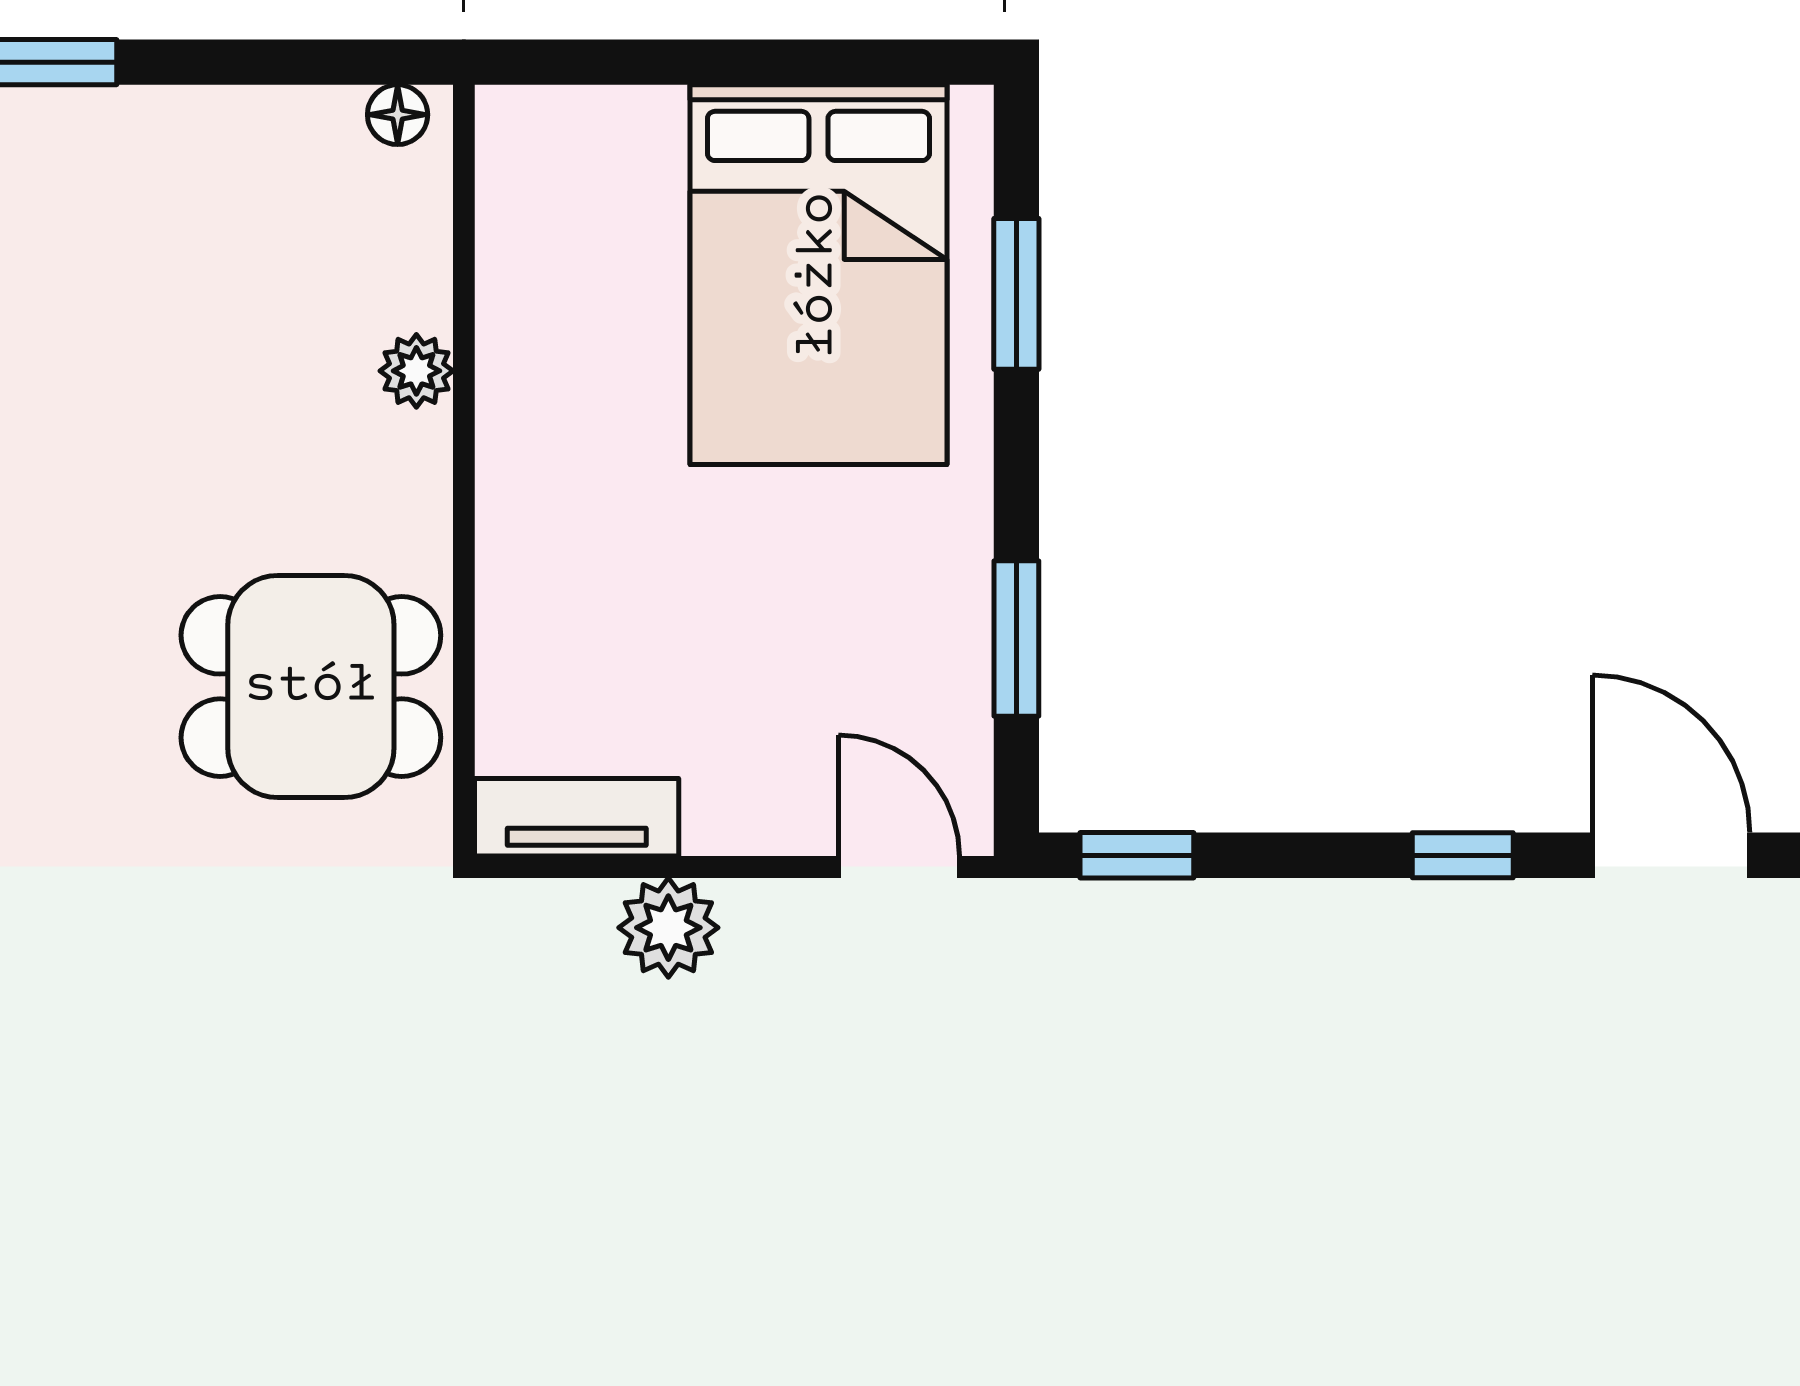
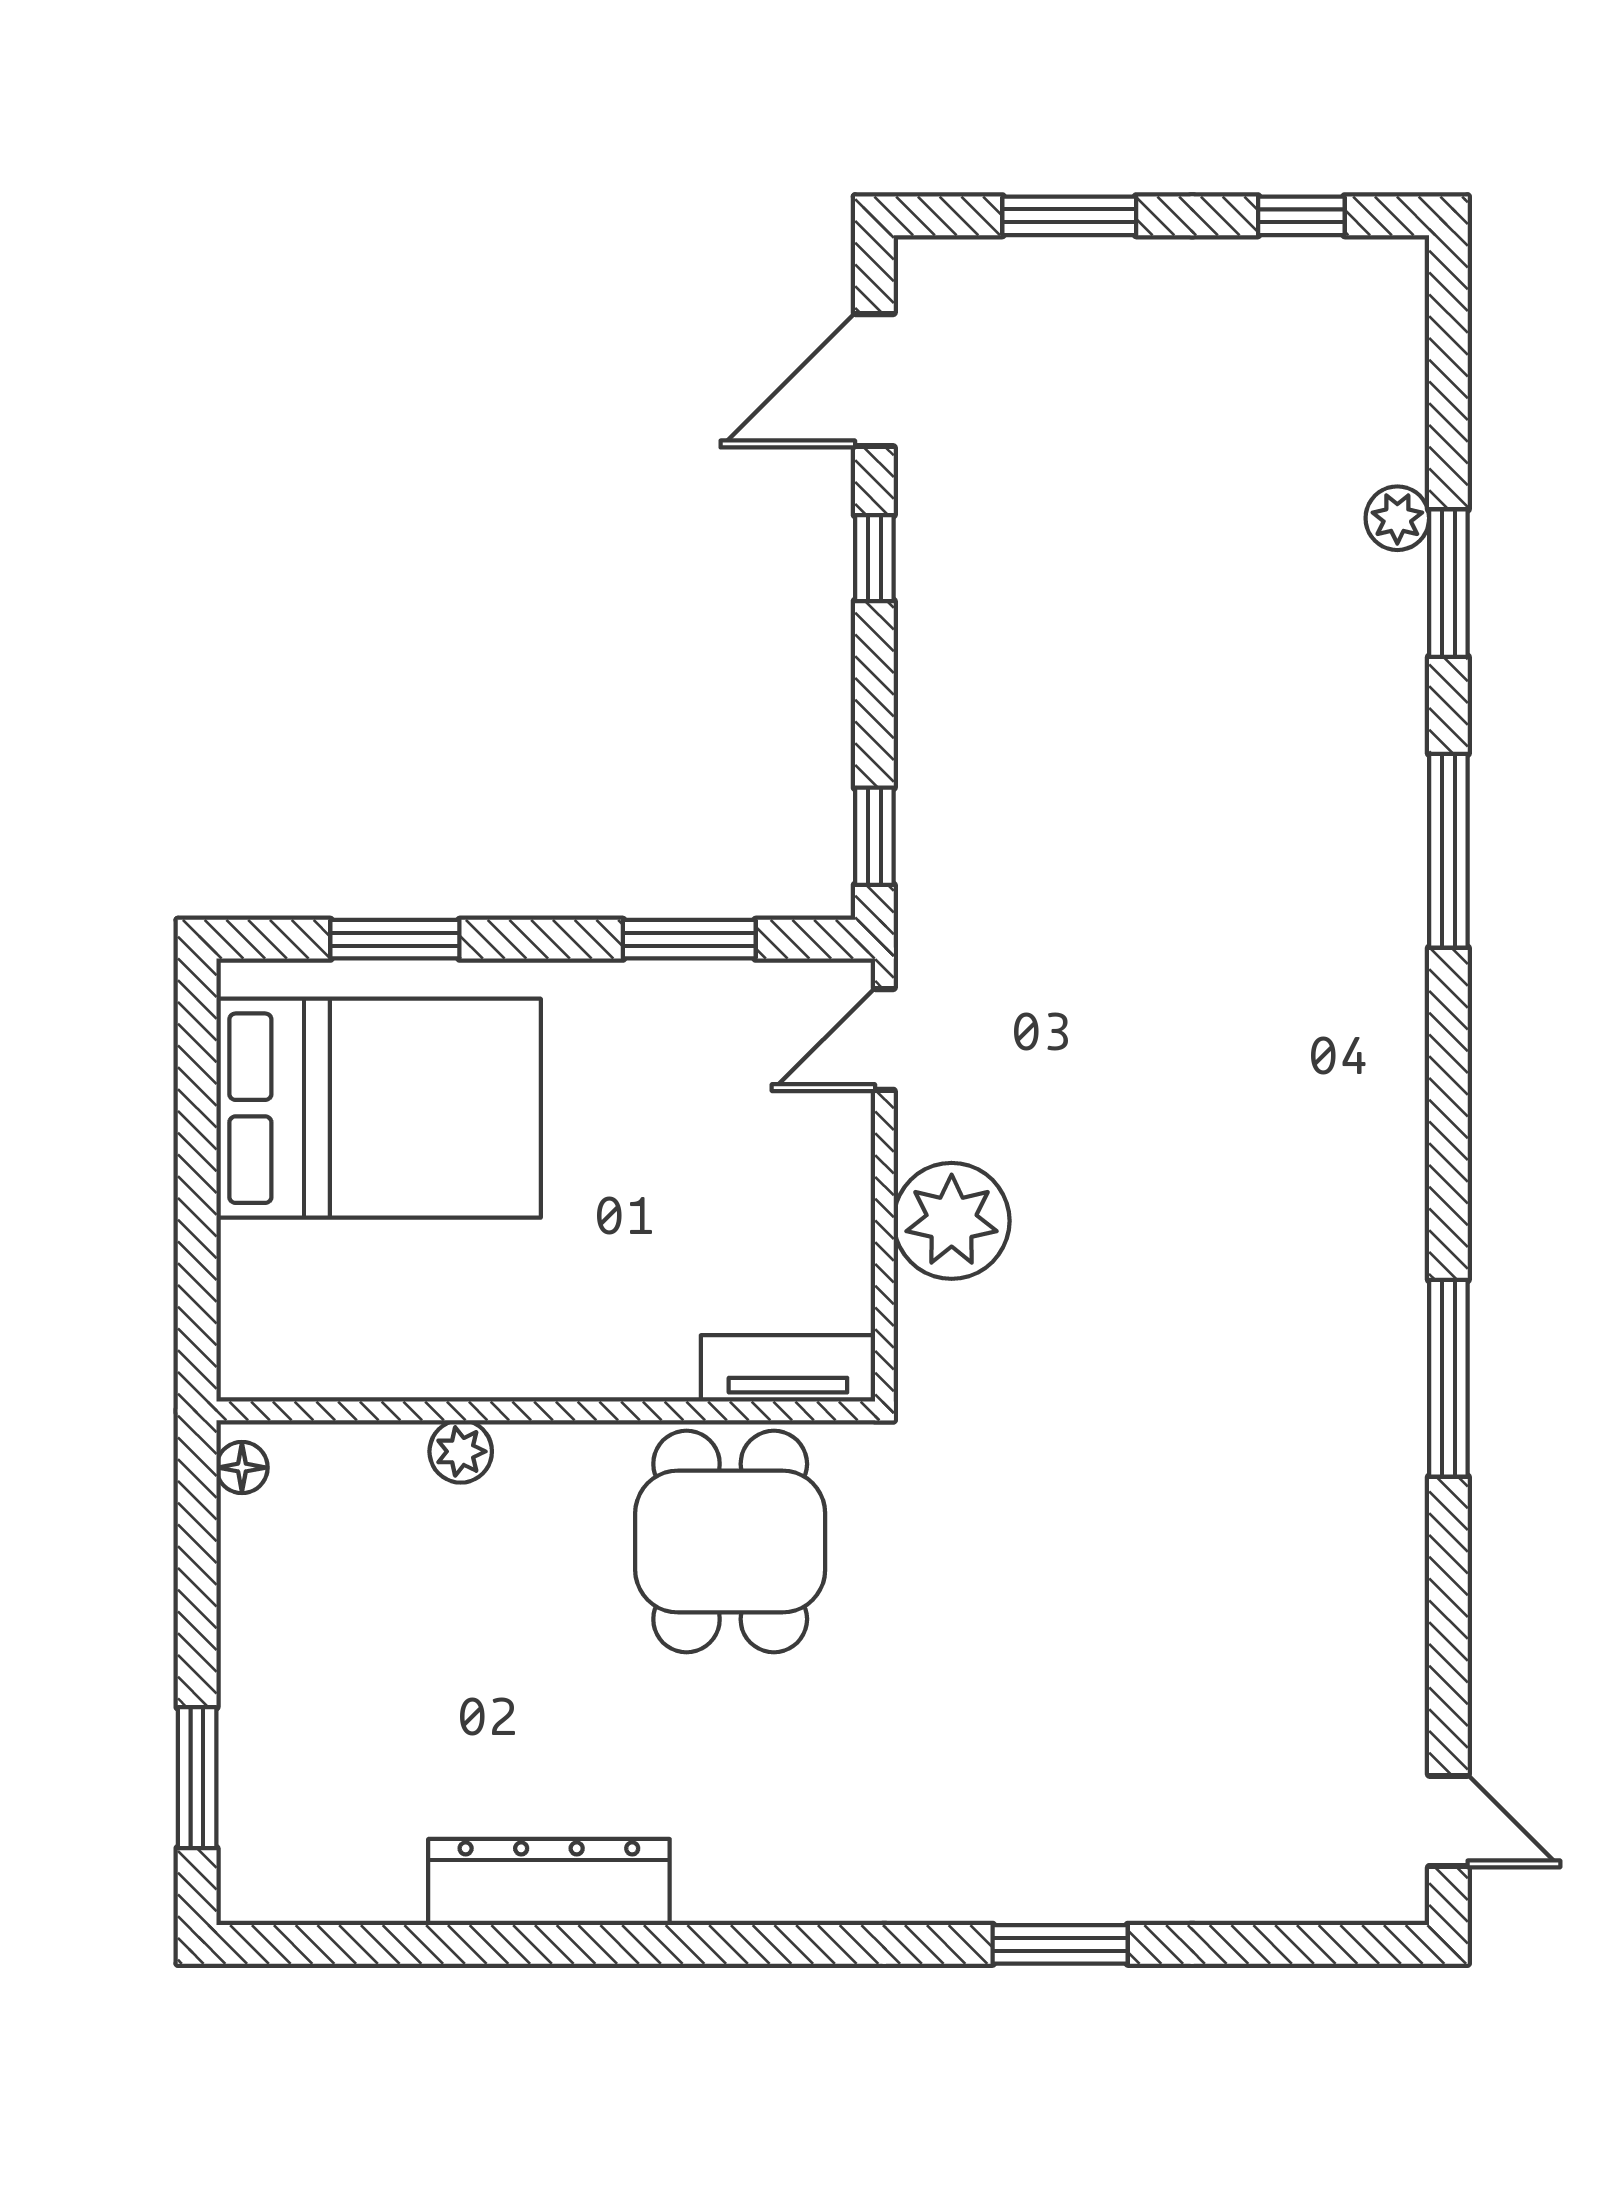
tv unit: (577, 817) -> (788, 1368), moved, turned 90
plant: (668, 928) -> (952, 1221), width x1.36, depth x1.36

